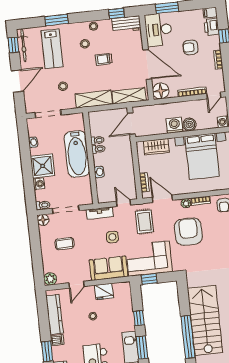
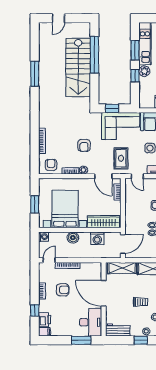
window: (117, 13) -> (141, 340), moved
armchair: (190, 47) -> (63, 290), moved
floor lamp: (161, 91) -> (95, 269), removed
washing machine: (174, 125) -> (97, 238), moved
wardrobe: (156, 147) -> (104, 222), width x1.50
armchair: (188, 232) -> (84, 145), width x0.53, depth x0.53
window: (149, 279) -> (112, 108), moved
plant: (129, 325) -> (144, 71), added

